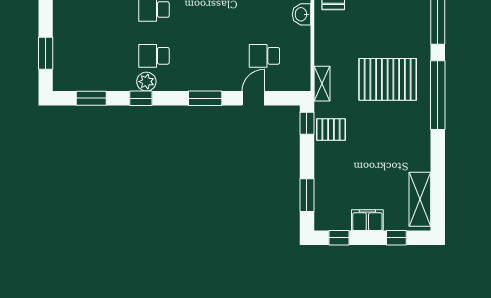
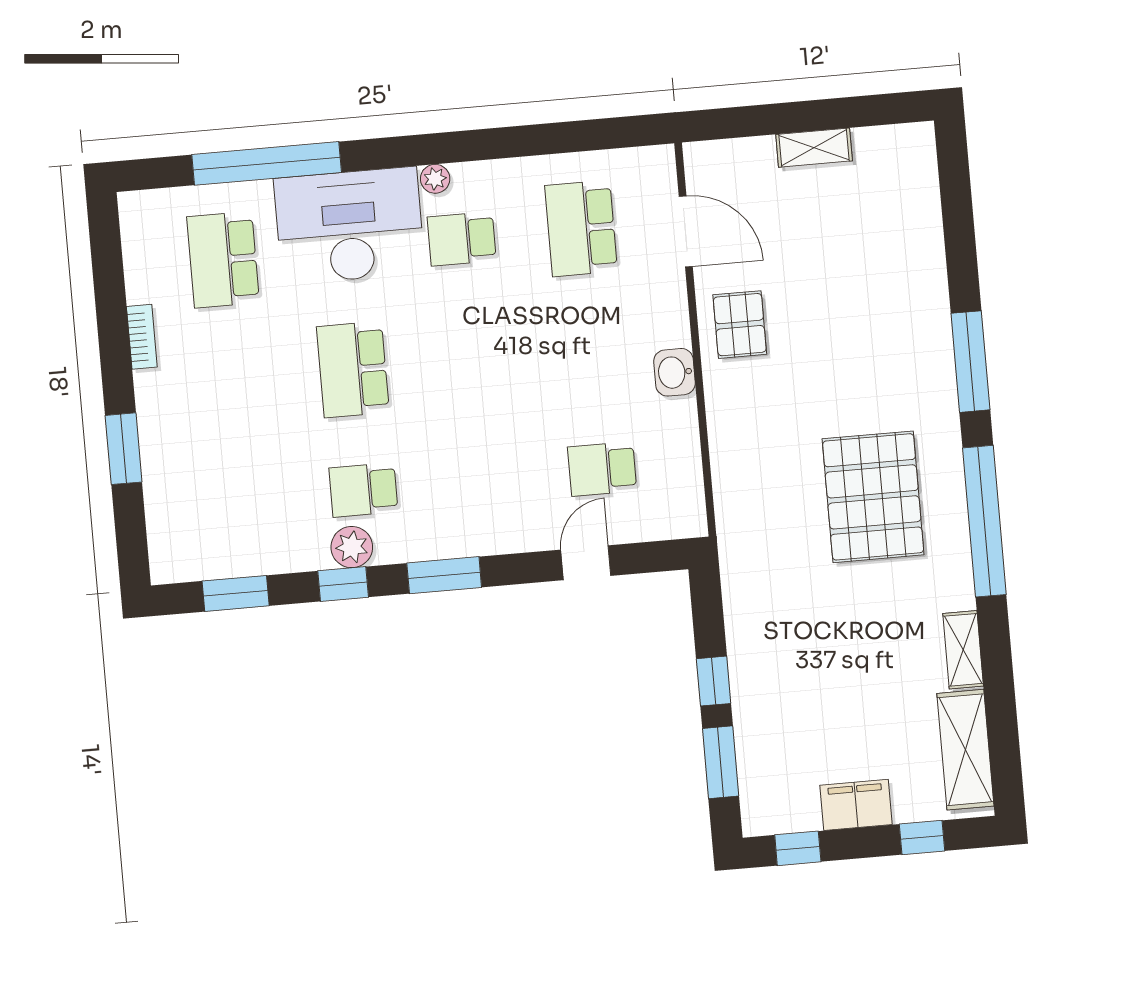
window: (46, 53) -> (124, 449), moved
pallet: (388, 79) -> (873, 497), turned 90
shelving: (322, 84) -> (963, 650), moved
window: (205, 98) -> (444, 575), moved
window: (307, 123) -> (714, 681), moved
pallet: (331, 129) -> (760, 616), removed

